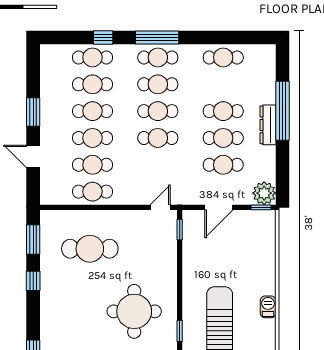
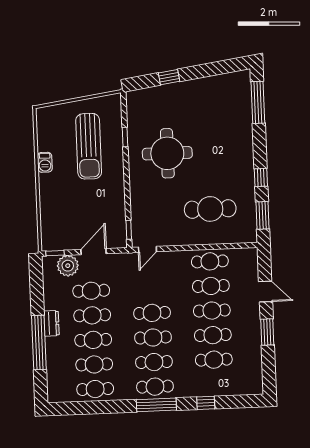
cafe table: (92, 57) -> (94, 364), moved
dresser: (268, 125) -> (51, 323), width x0.70
plant: (264, 193) -> (68, 266), moved

